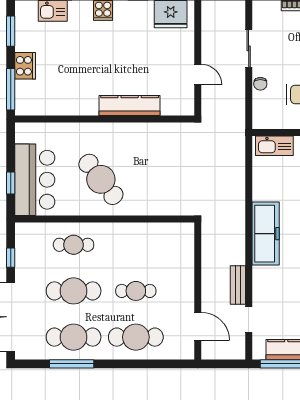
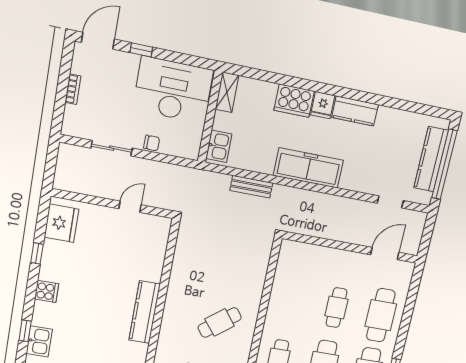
kitchen counter: (130, 106) -> (145, 312), moved
kitchen sink: (274, 146) -> (219, 146), width x0.73
cafe table: (101, 179) -> (220, 322), width x0.73, depth x0.74
bench: (238, 285) -> (251, 187), moved

